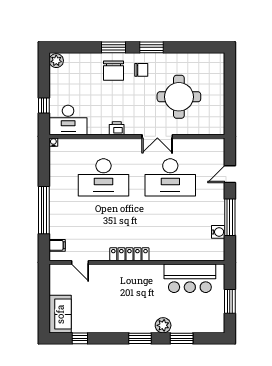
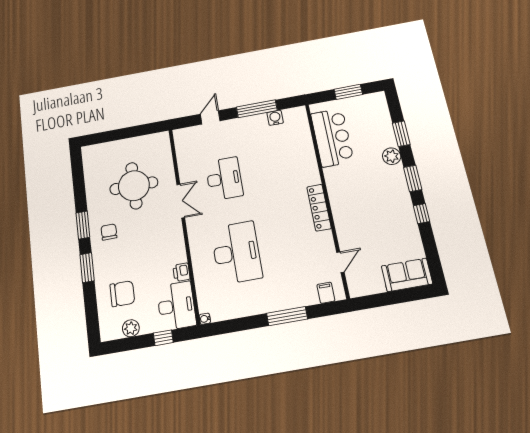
plant: (56, 61) -> (131, 328), moved
chair: (114, 71) -> (122, 294), moved
printer: (117, 128) -> (181, 272), moved
door: (230, 174) -> (210, 117), swing flipped
desk: (170, 177) -> (224, 179), width x0.73, depth x0.77
window: (44, 210) -> (287, 316), width x0.68
window: (80, 338) -> (422, 214), moved

